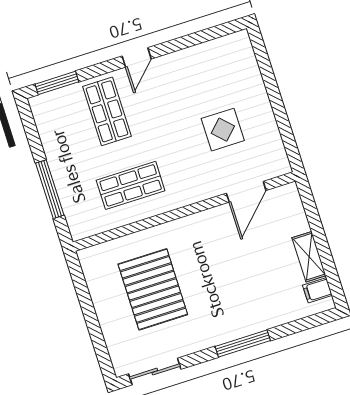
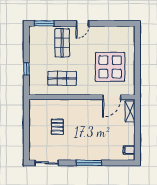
display table: (223, 130) -> (110, 67), width x1.86, depth x1.86
window: (50, 189) -> (26, 69), width x0.46
shelving: (309, 257) -> (130, 111), moved
pallet: (153, 289) -> (57, 127), width x0.49, depth x0.50

